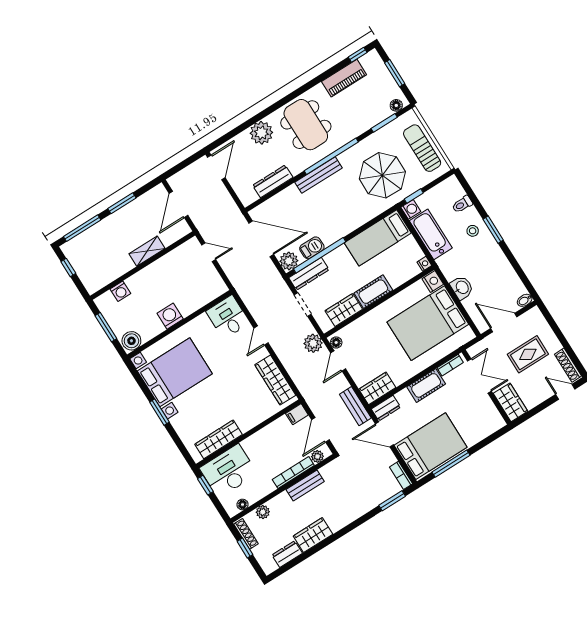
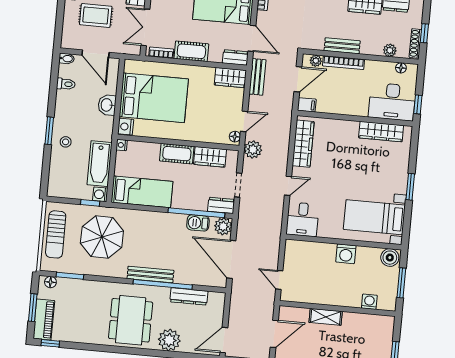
piano: (344, 78) -> (44, 319), moved, turned 90
window: (331, 156) -> (163, 284), moved
toilet: (462, 204) -> (66, 84), moved
dresser: (309, 274) -> (221, 205), width x0.70
bed with nightstands: (175, 372) -> (374, 217), width x0.73

